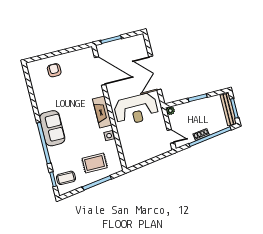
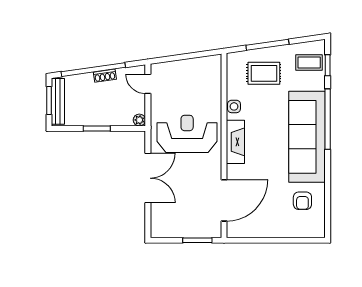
armchair: (54, 70) -> (302, 201), moved
door: (100, 71) -> (224, 200), swing flipped
sofa: (52, 128) -> (307, 137), width x1.85, depth x1.27

